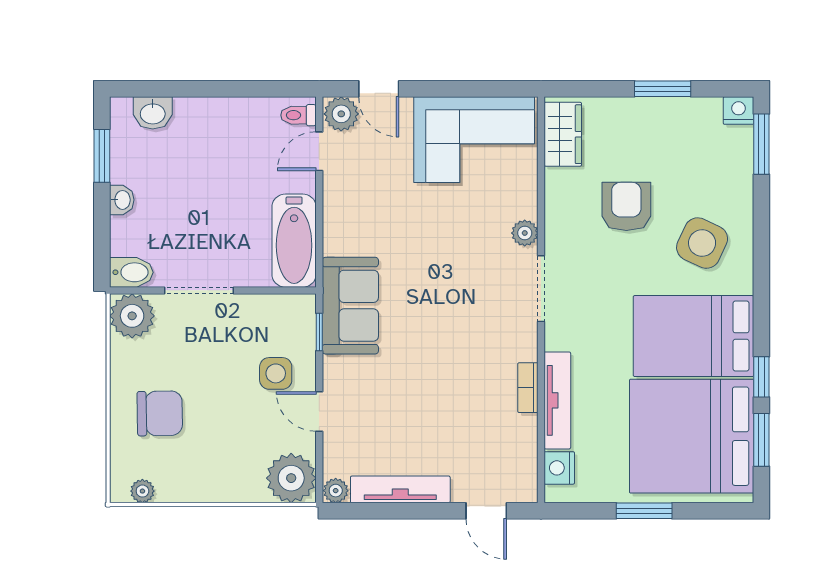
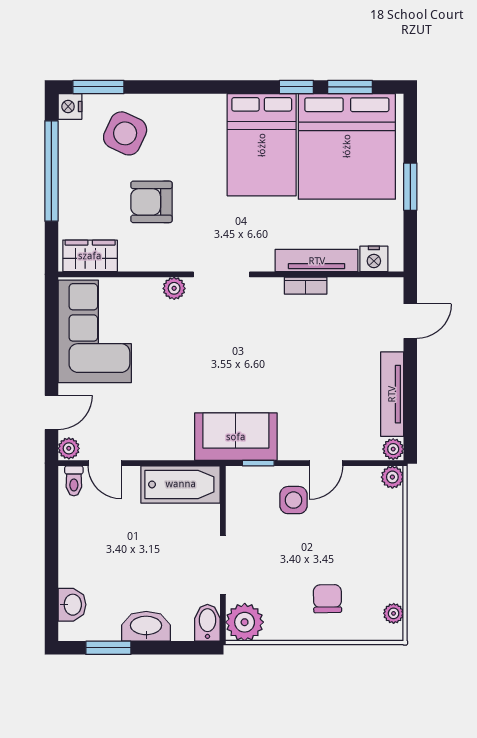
window: (663, 89) -> (51, 171), width x2.11
plant: (341, 114) -> (69, 448), width x0.73, depth x0.73
washbasin: (122, 200) -> (146, 626), width x1.91, depth x1.45
side table: (702, 243) -> (125, 133), moved
chair: (160, 413) -> (327, 599), width x0.73, depth x0.73
plant: (291, 478) -> (392, 477), width x0.53, depth x0.53

